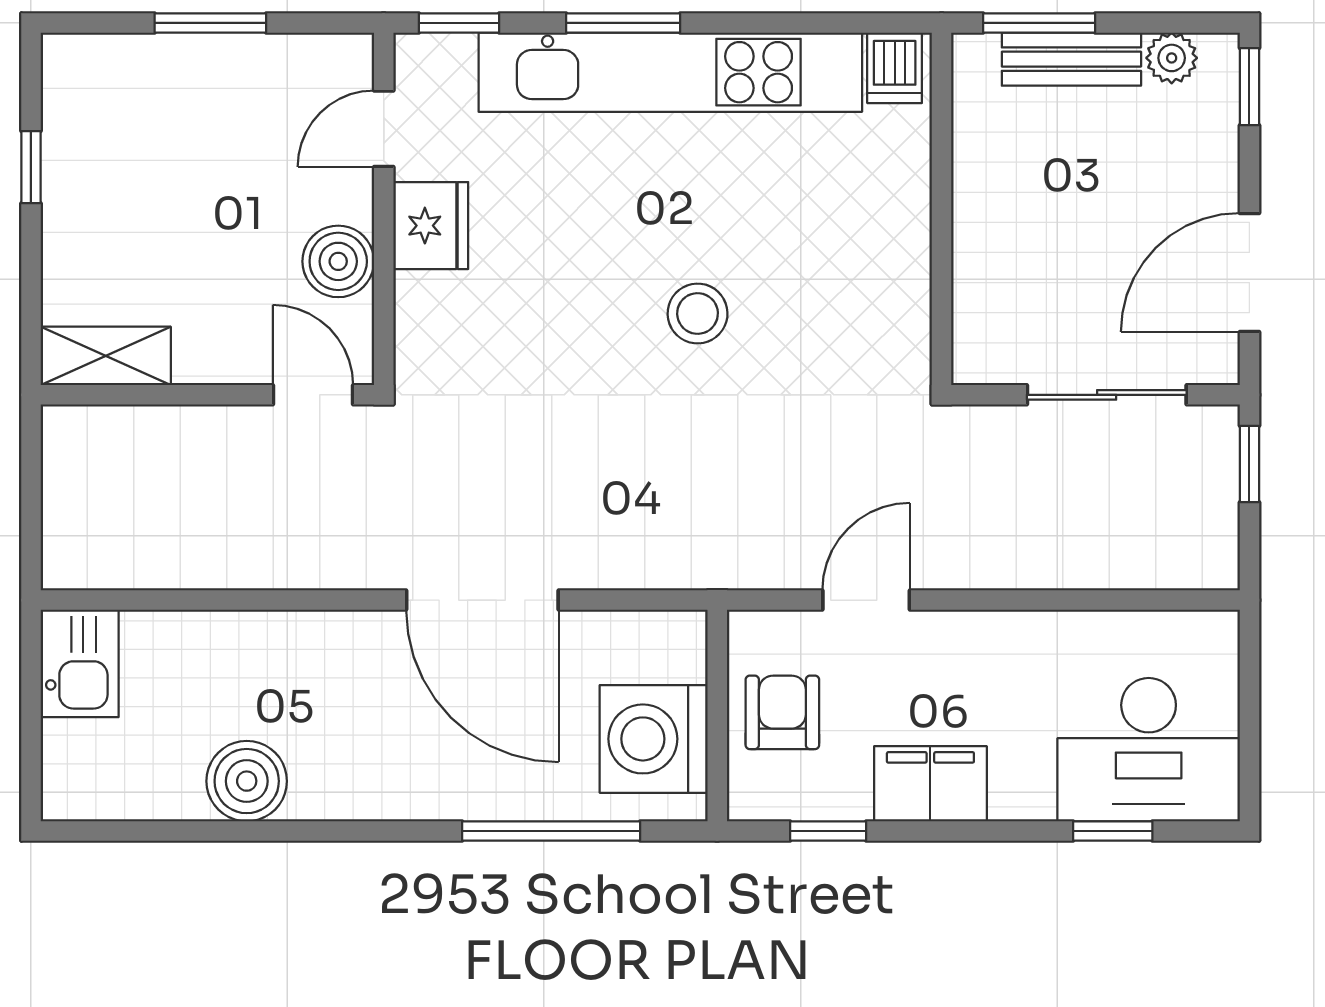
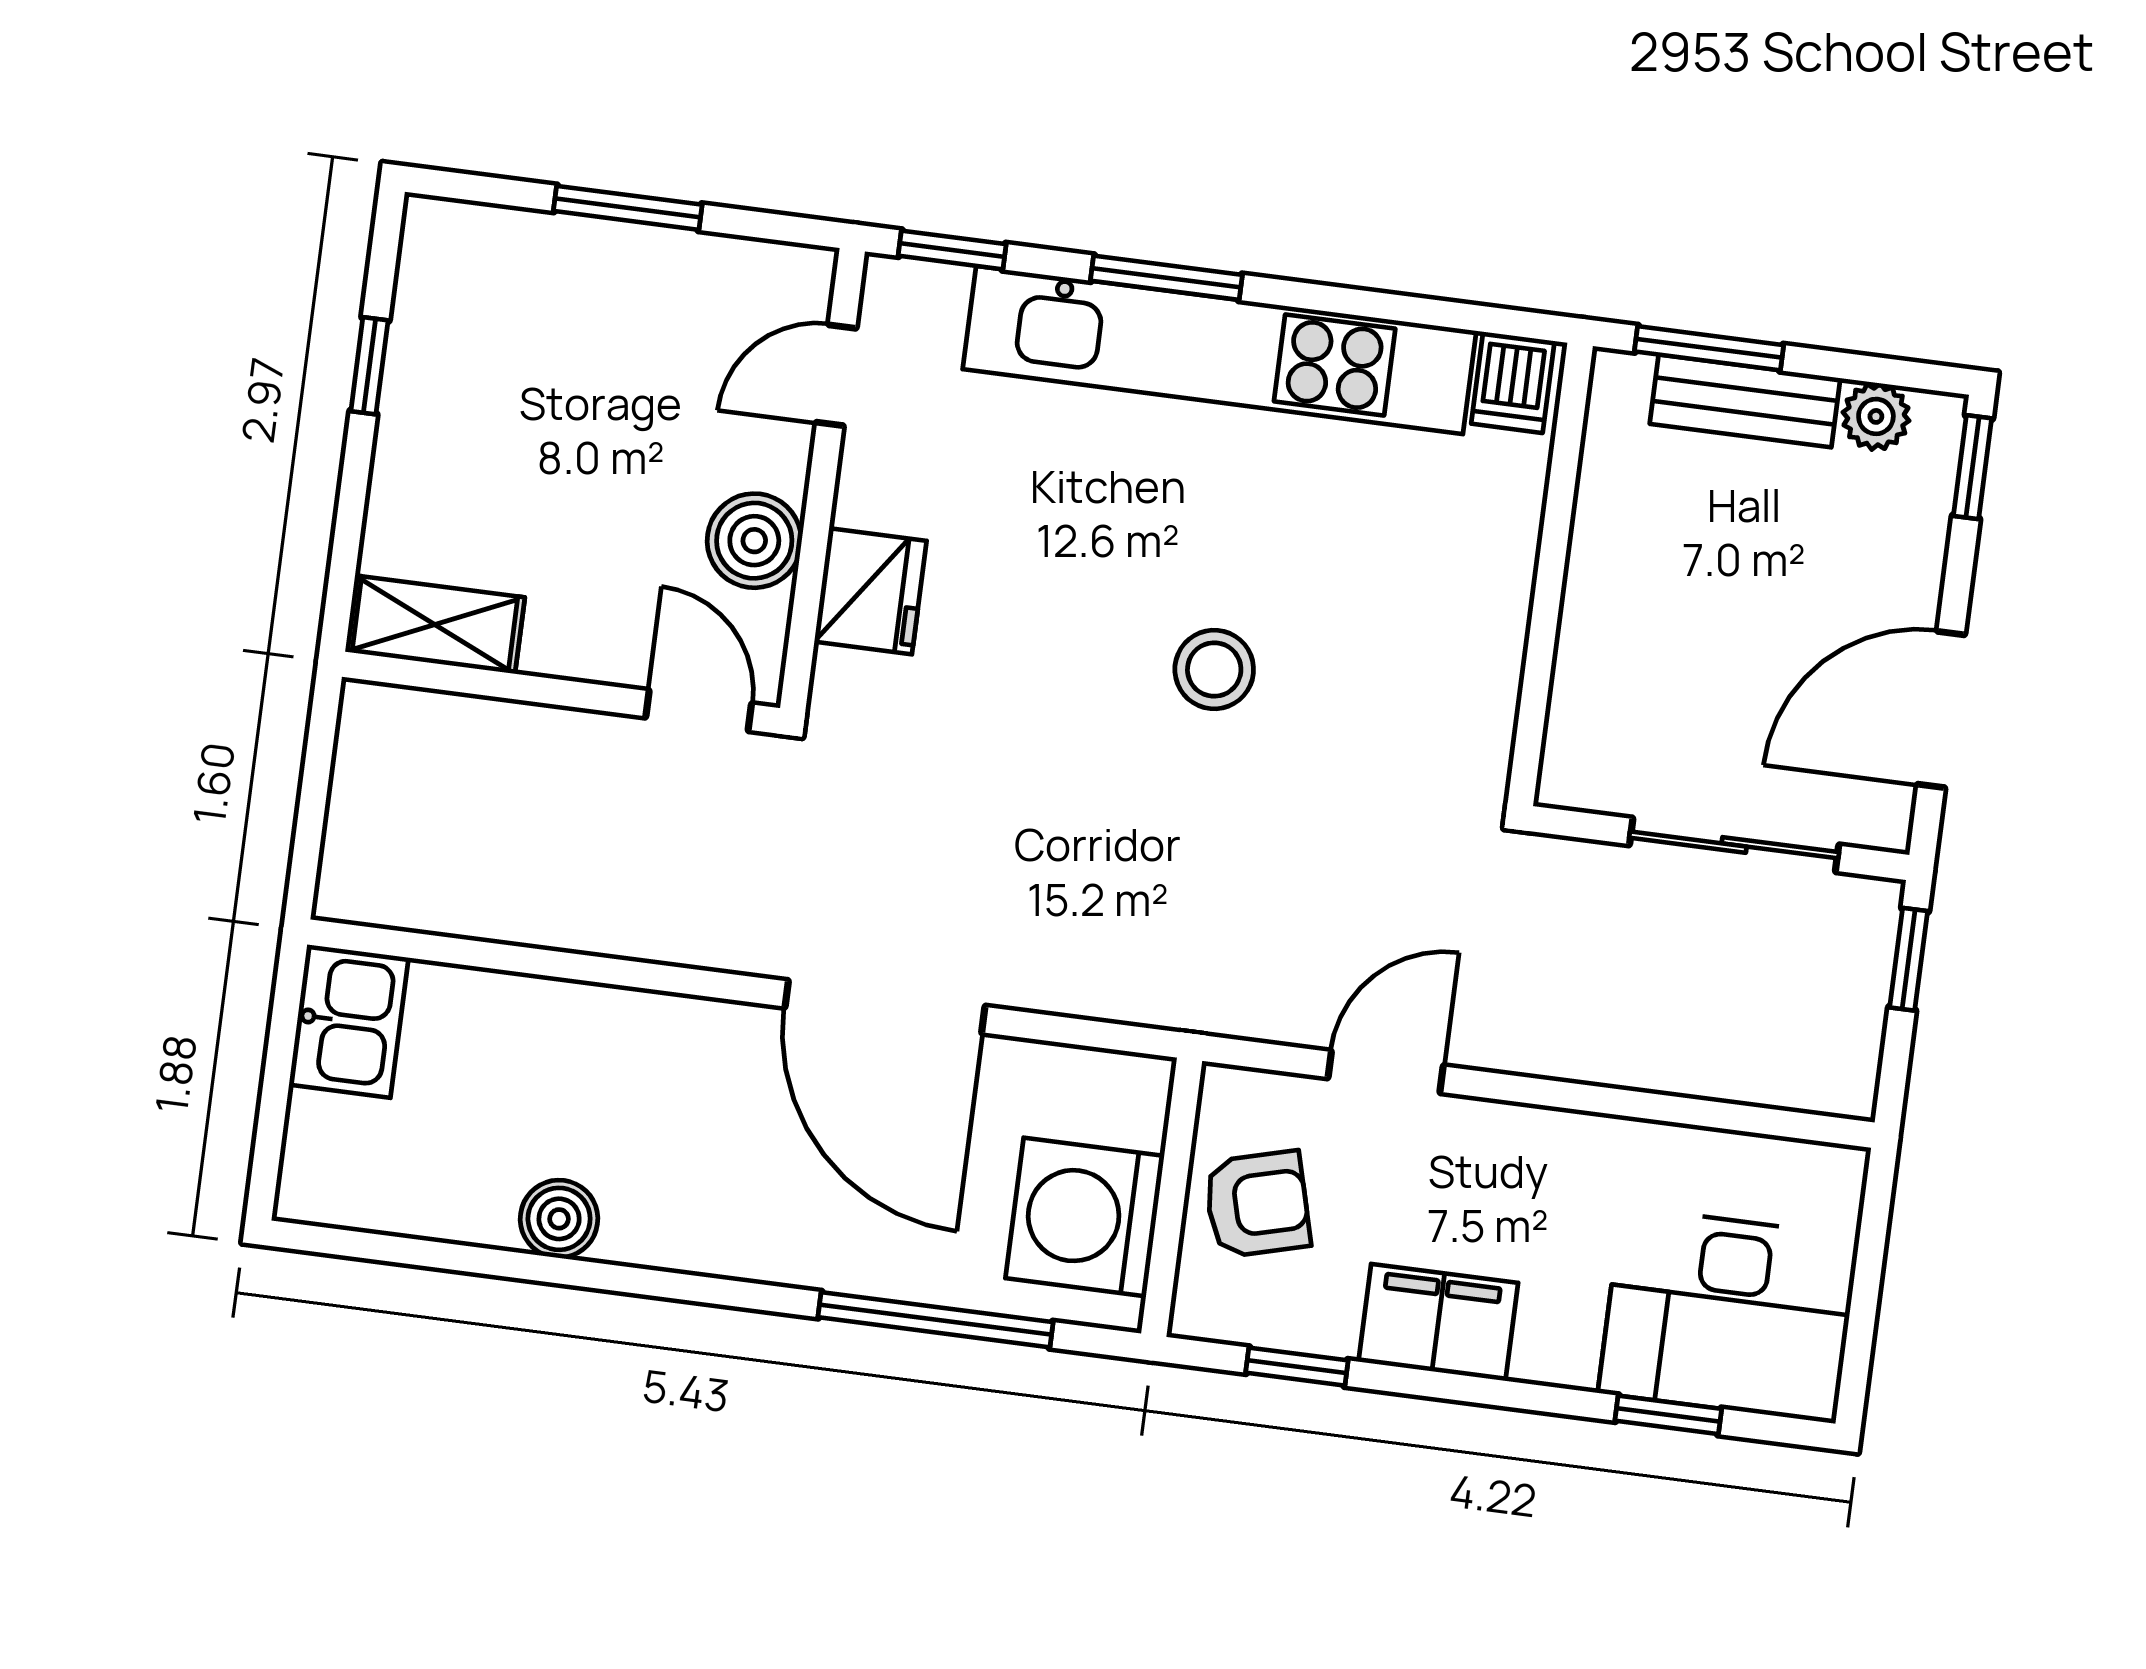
fridge: (431, 226) -> (870, 591), moved
armchair: (782, 712) -> (1257, 1204), turned 75
boiler: (247, 781) -> (559, 1219), width x0.73, depth x0.73

